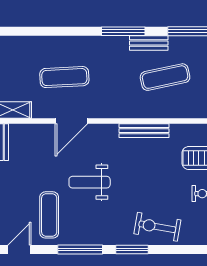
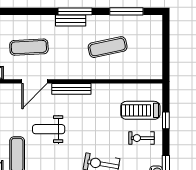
bench: (149, 43) -> (71, 20), moved
bench: (144, 131) -> (71, 89), moved

